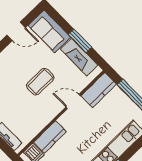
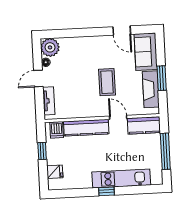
coffee table: (40, 82) -> (107, 82), turned 90
kitchen counter: (50, 137) -> (86, 128), width x1.50

